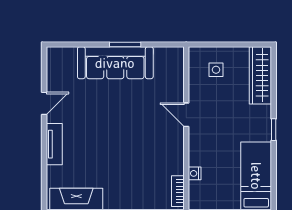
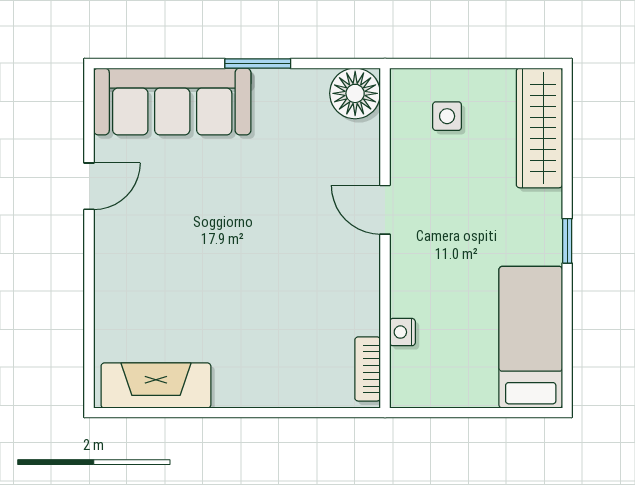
floor lamp: (172, 59) -> (355, 93), added
sofa: (115, 63) -> (172, 101), moved
tv unit: (54, 144) -> (110, 271), removed

